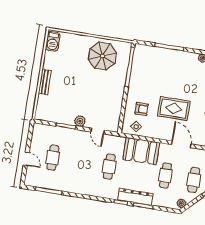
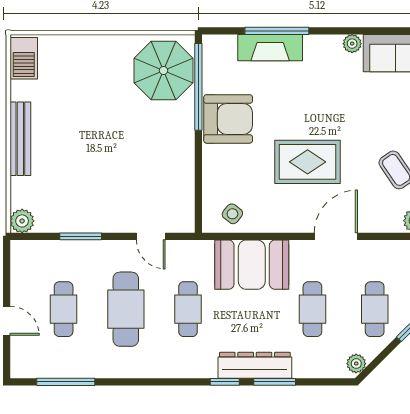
fireplace: (165, 54) -> (270, 48), added
parasol: (102, 56) -> (163, 70), moved
bench: (45, 82) -> (20, 139), width x1.36
armchair: (142, 109) -> (228, 119), moved, width x1.88, depth x1.88
plant: (80, 121) -> (22, 221), moved
door: (181, 144) -> (336, 236), hinge flipped
cafe table: (81, 162) -> (126, 309), added

